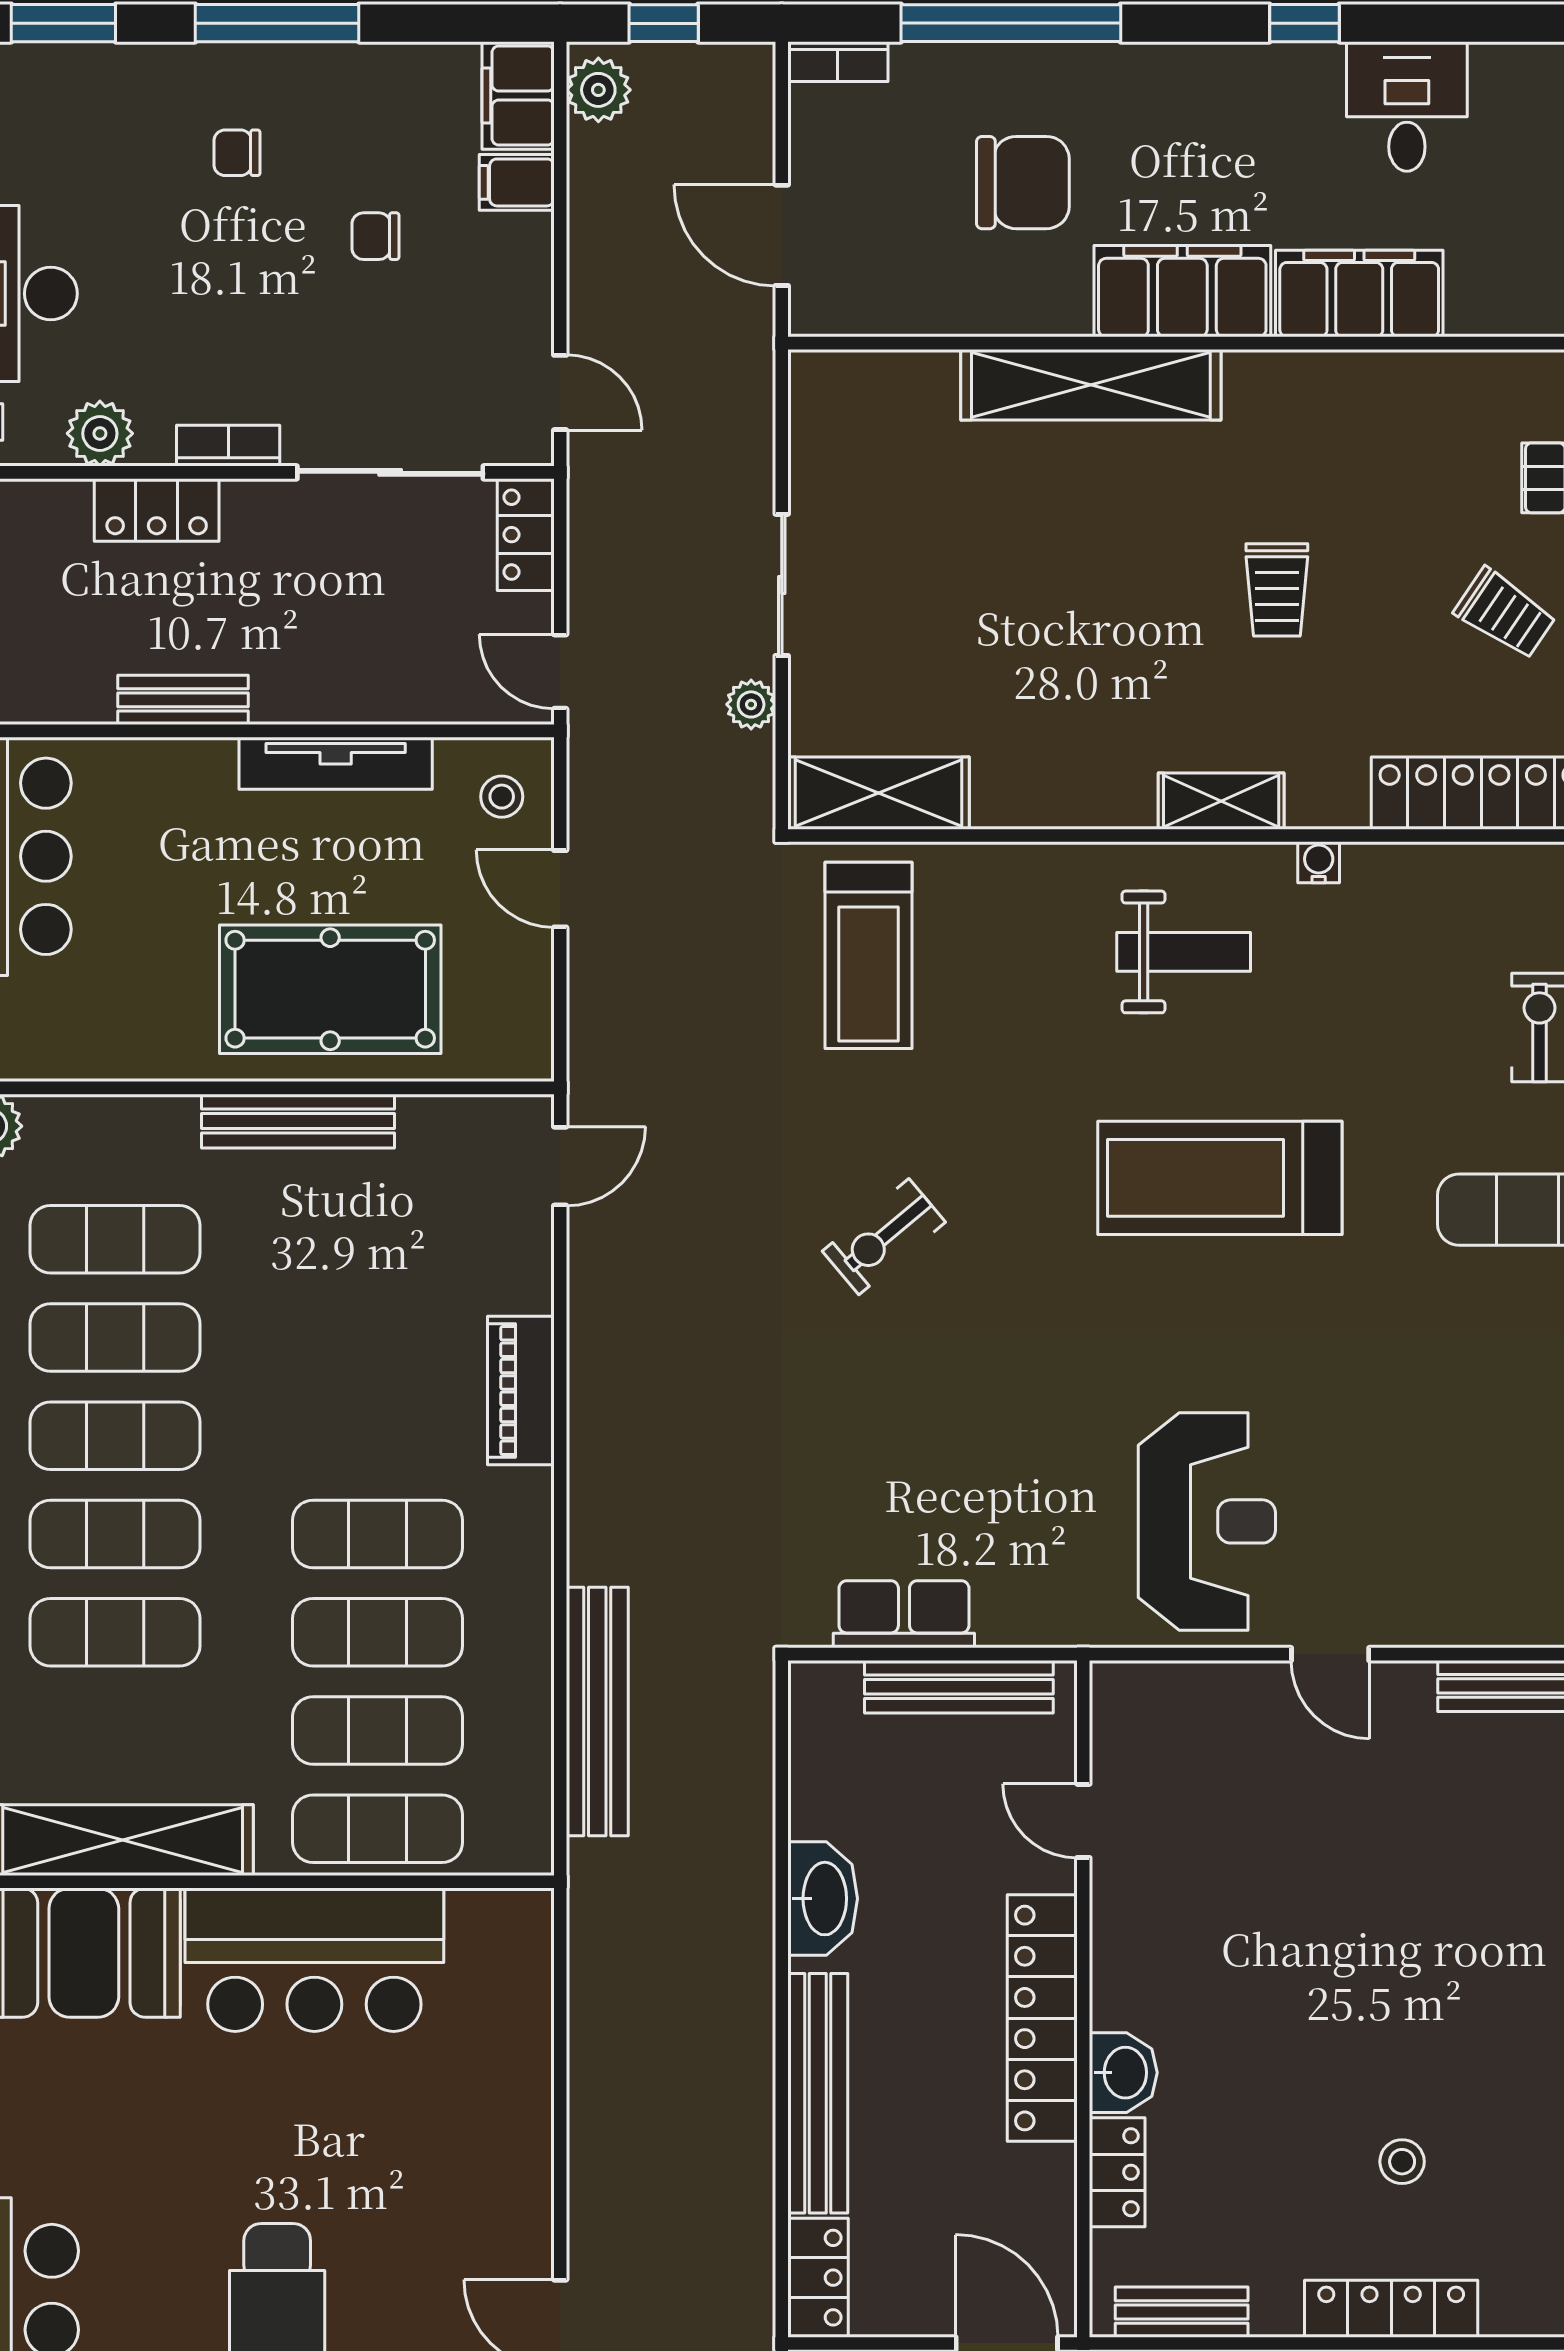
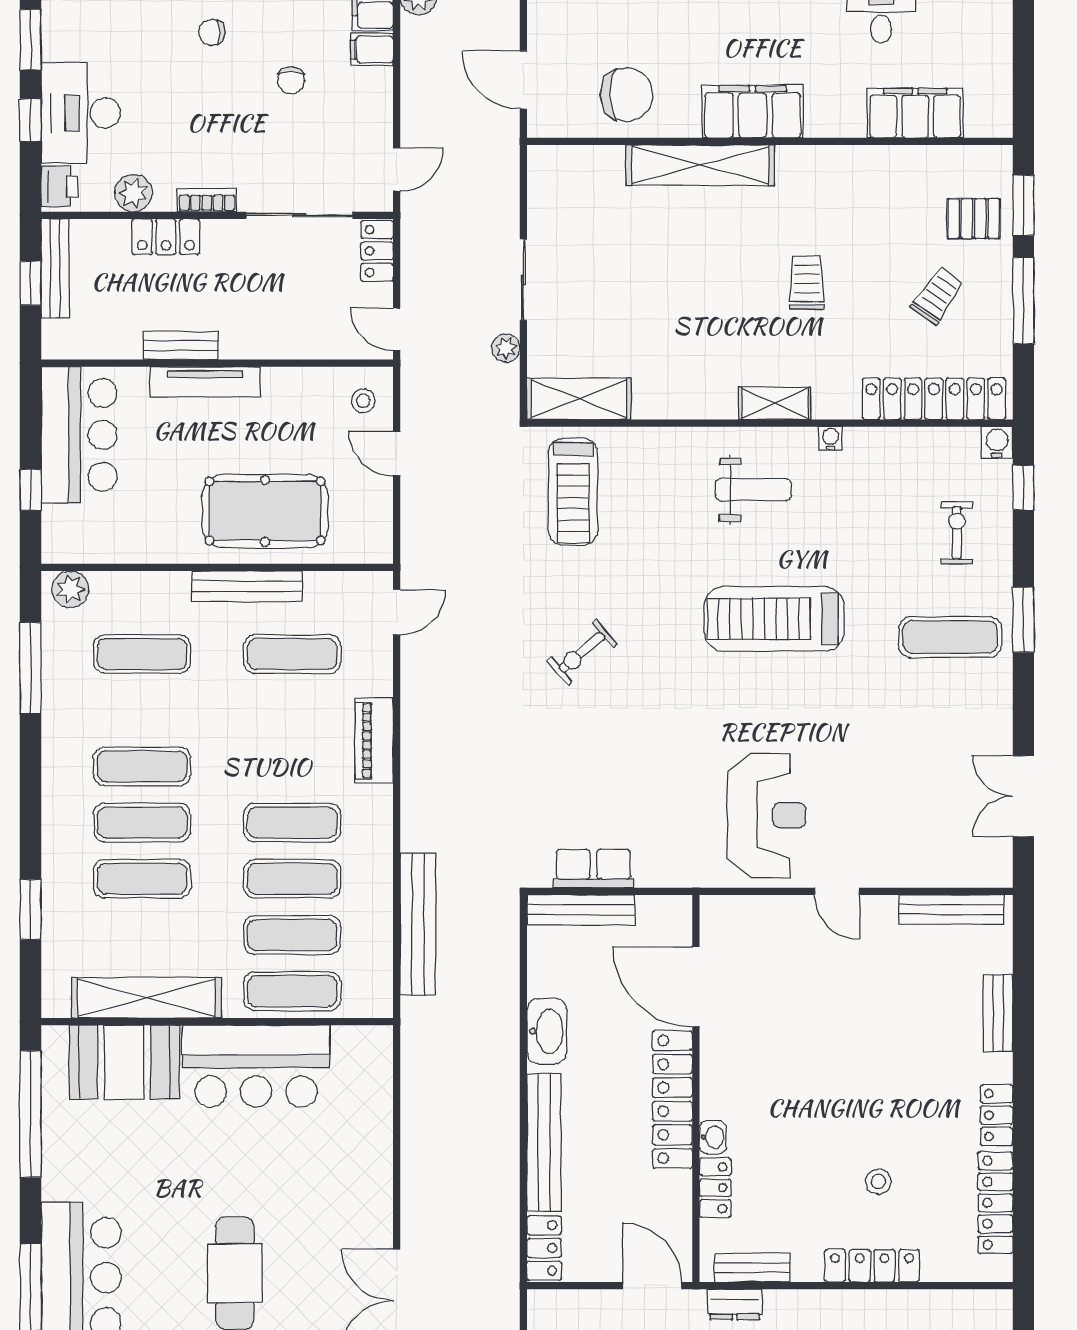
chair: (1023, 183) -> (627, 94), moved
chair: (375, 236) -> (291, 80), turned -90
filing cabinet: (1359, 294) -> (915, 113), moved
door: (560, 392) -> (397, 170), hinge flipped
trolley: (1277, 590) -> (807, 283), turned 180
trolley: (1505, 614) -> (937, 296), turned -89
tv unit: (336, 763) -> (205, 382), moved
exercise mat: (115, 1337) -> (292, 654), moved
bench: (959, 1687) -> (581, 910), moved
door: (1083, 1821) -> (696, 987), width x1.88
washbasin: (1123, 2073) -> (713, 1137), width x0.72, depth x0.69

